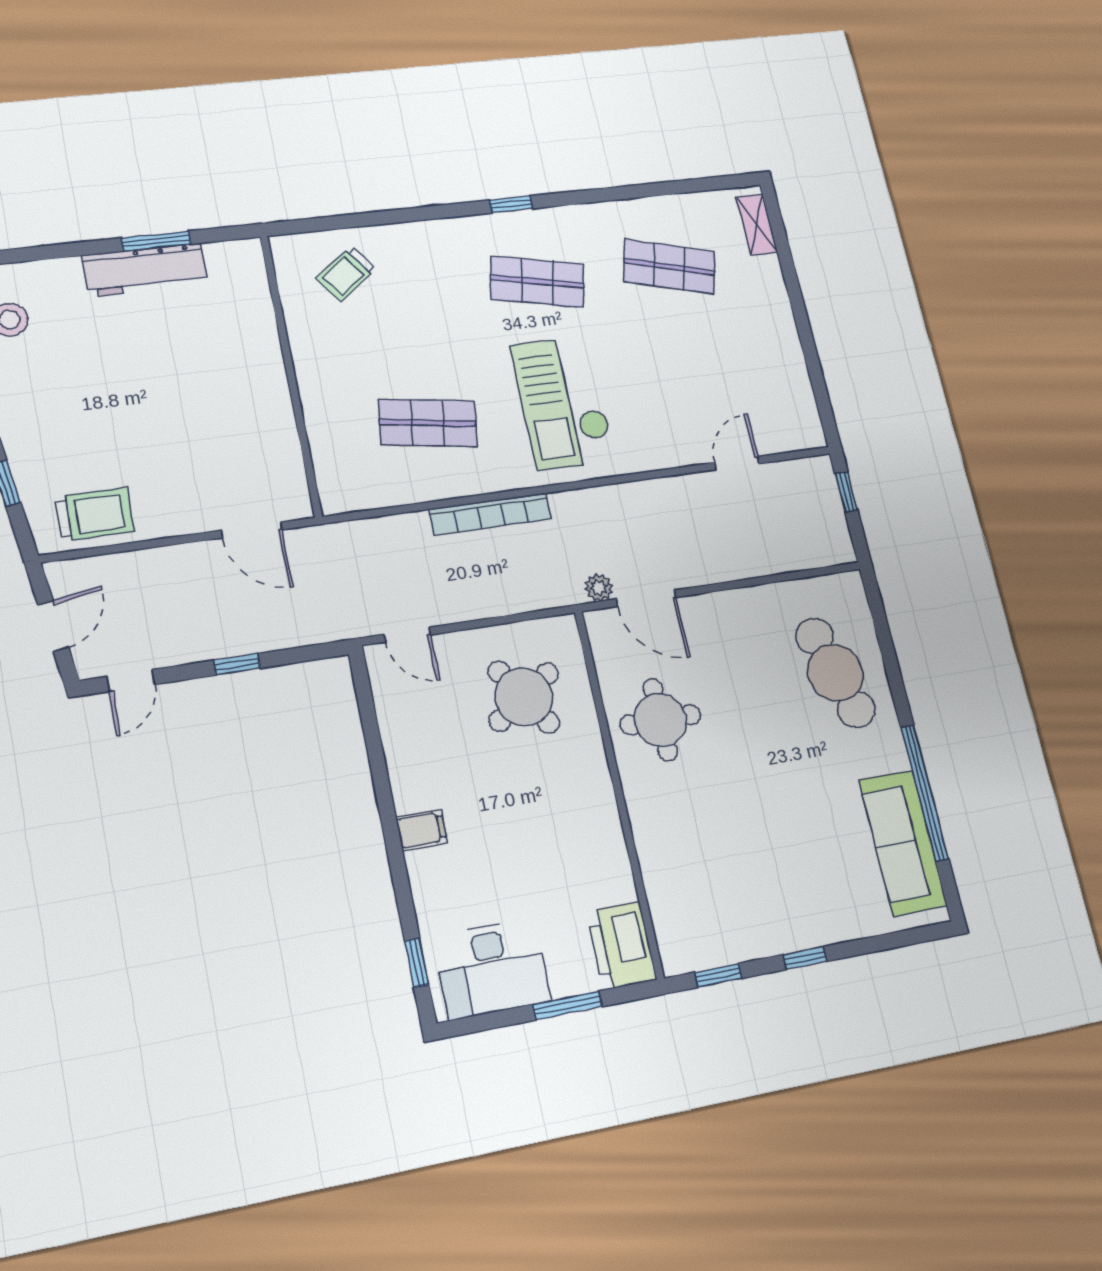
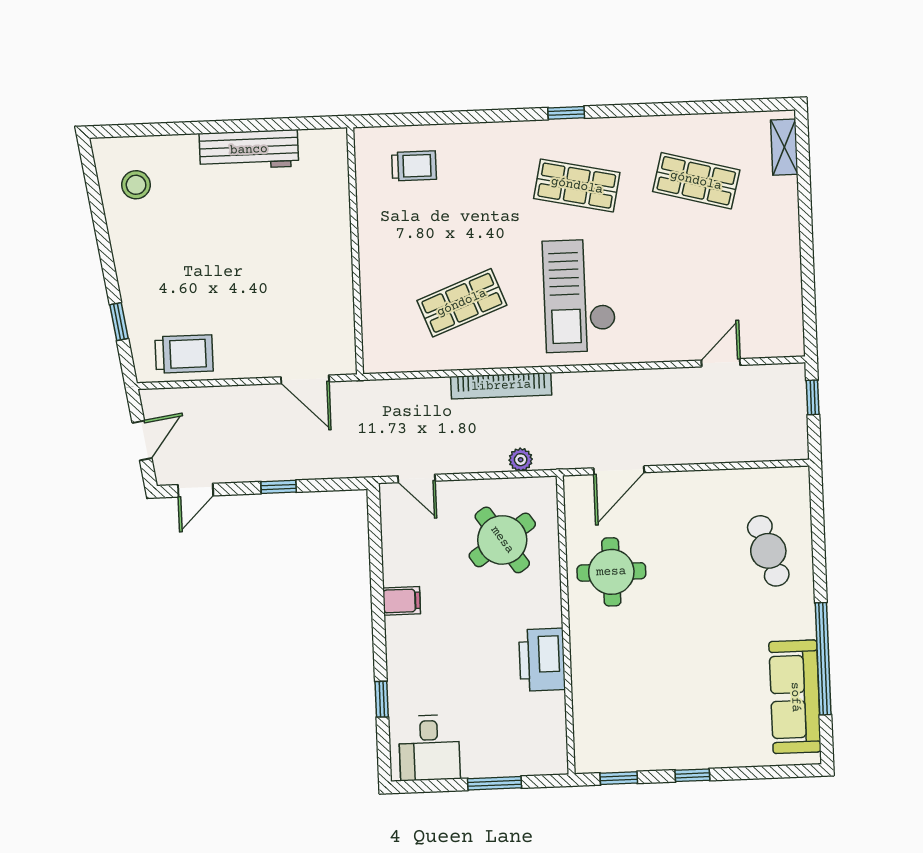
window: (157, 241) -> (261, 125), removed
trolley: (346, 274) -> (414, 166), turned -144
shop shelf: (428, 423) -> (462, 303), turned -30
plant: (599, 588) -> (521, 460), moved
door: (646, 598) -> (619, 470), hinge flipped
cafe table: (835, 673) -> (768, 551), width x0.73, depth x0.74
filing cabinet: (422, 830) -> (402, 601), moved
printer: (621, 946) -> (542, 660), moved
window: (417, 963) -> (382, 699), moved
desk: (492, 969) -> (429, 748), width x0.73

